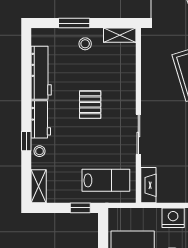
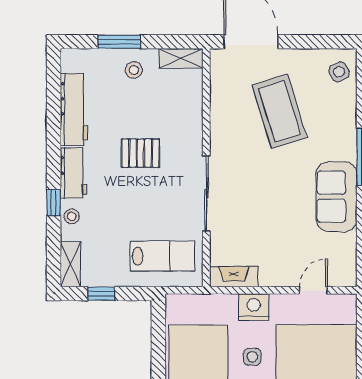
pallet: (90, 105) -> (141, 153), turned 90
sliding door: (138, 134) -> (206, 194), width x1.37
fireplace: (148, 185) -> (234, 277), moved, turned -90
window: (80, 208) -> (101, 294), moved

